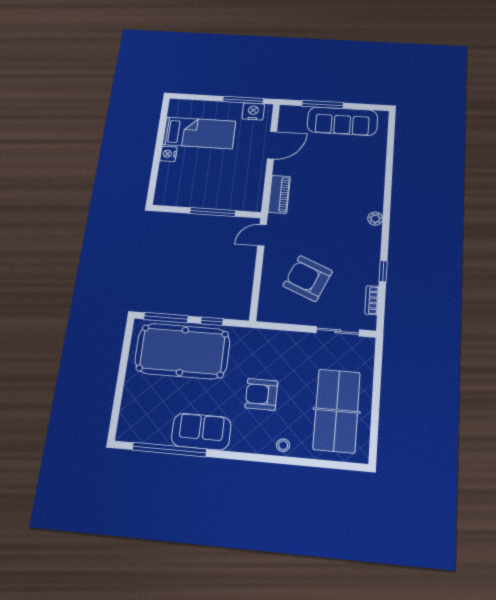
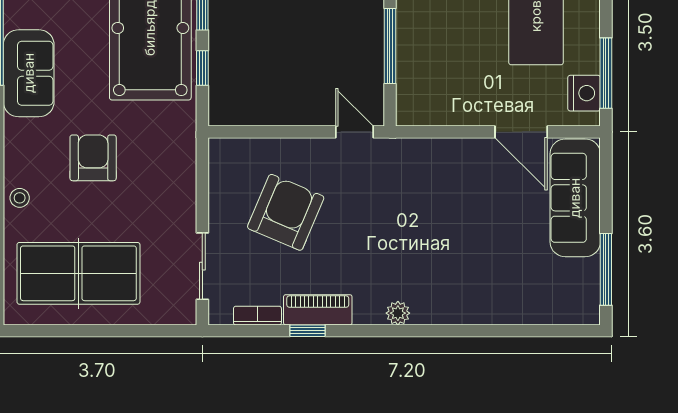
window: (323, 104) -> (606, 269), moved
sofa: (342, 121) -> (575, 198), moved
piano: (279, 194) -> (318, 310), moved, turned 180

